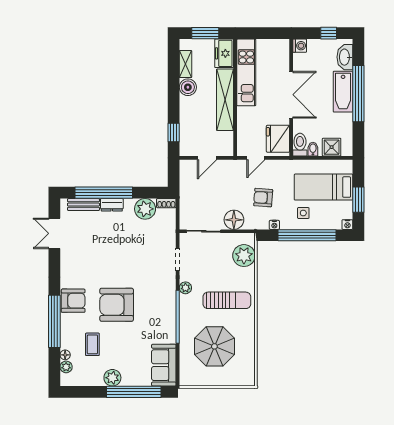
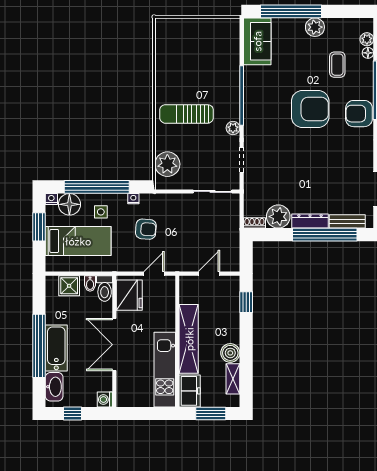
dresser: (112, 205) -> (310, 221), width x1.44
floor lamp: (234, 220) -> (69, 204), moved
parasol: (214, 346) -> (200, 62), removed

